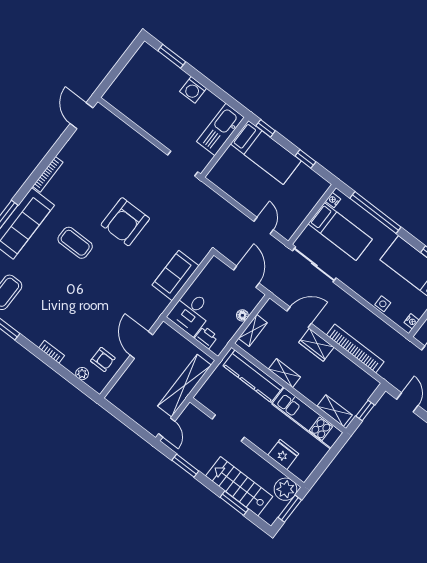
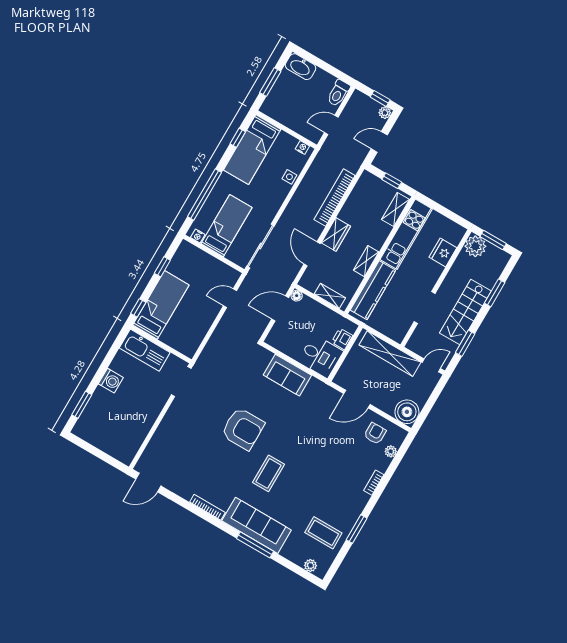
floor lamp: (242, 315) -> (297, 296), moved
boiler: (121, 396) -> (407, 412), added
stairs: (239, 486) -> (465, 312), moved

